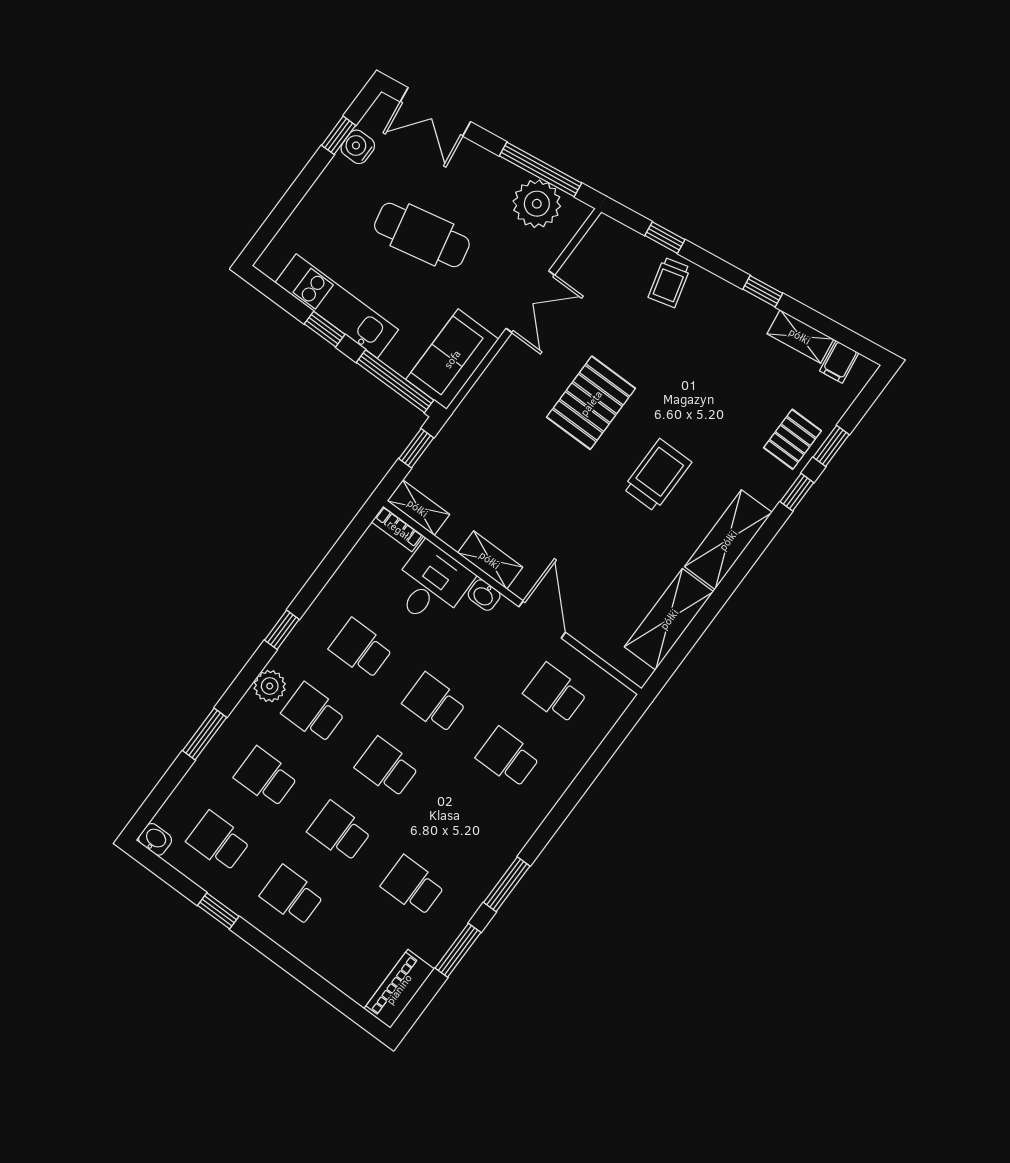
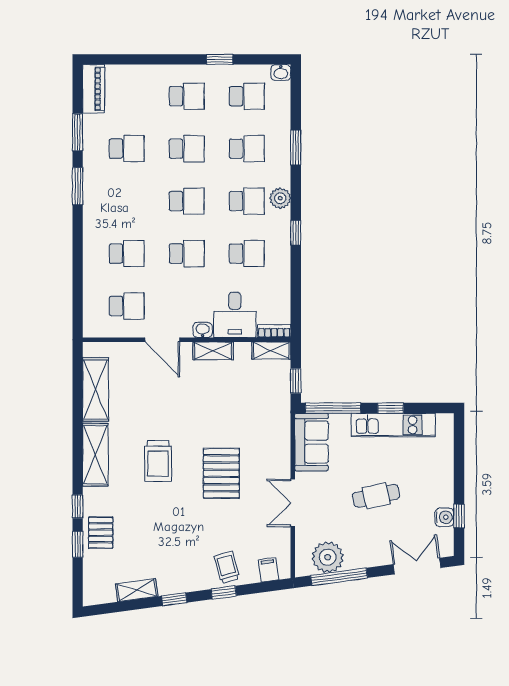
cafe table: (422, 235) -> (376, 496), width x0.73, depth x0.74
window: (665, 238) -> (224, 592), moved
filing cabinet: (839, 362) -> (268, 570), moved

